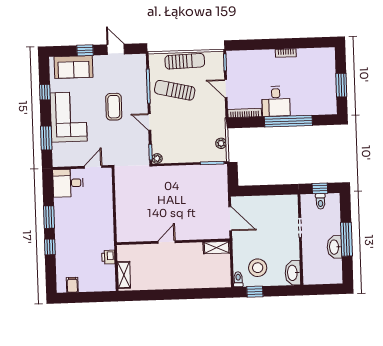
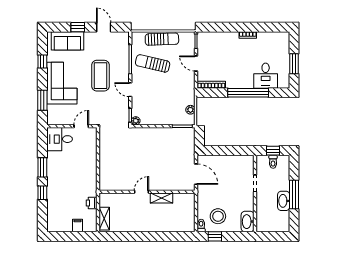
desk: (276, 101) -> (266, 76), moved
coffee table: (114, 107) -> (100, 76), width x1.36, depth x1.32
shelving: (217, 248) -> (161, 198), moved
filing cabinet: (72, 285) -> (77, 225), moved

